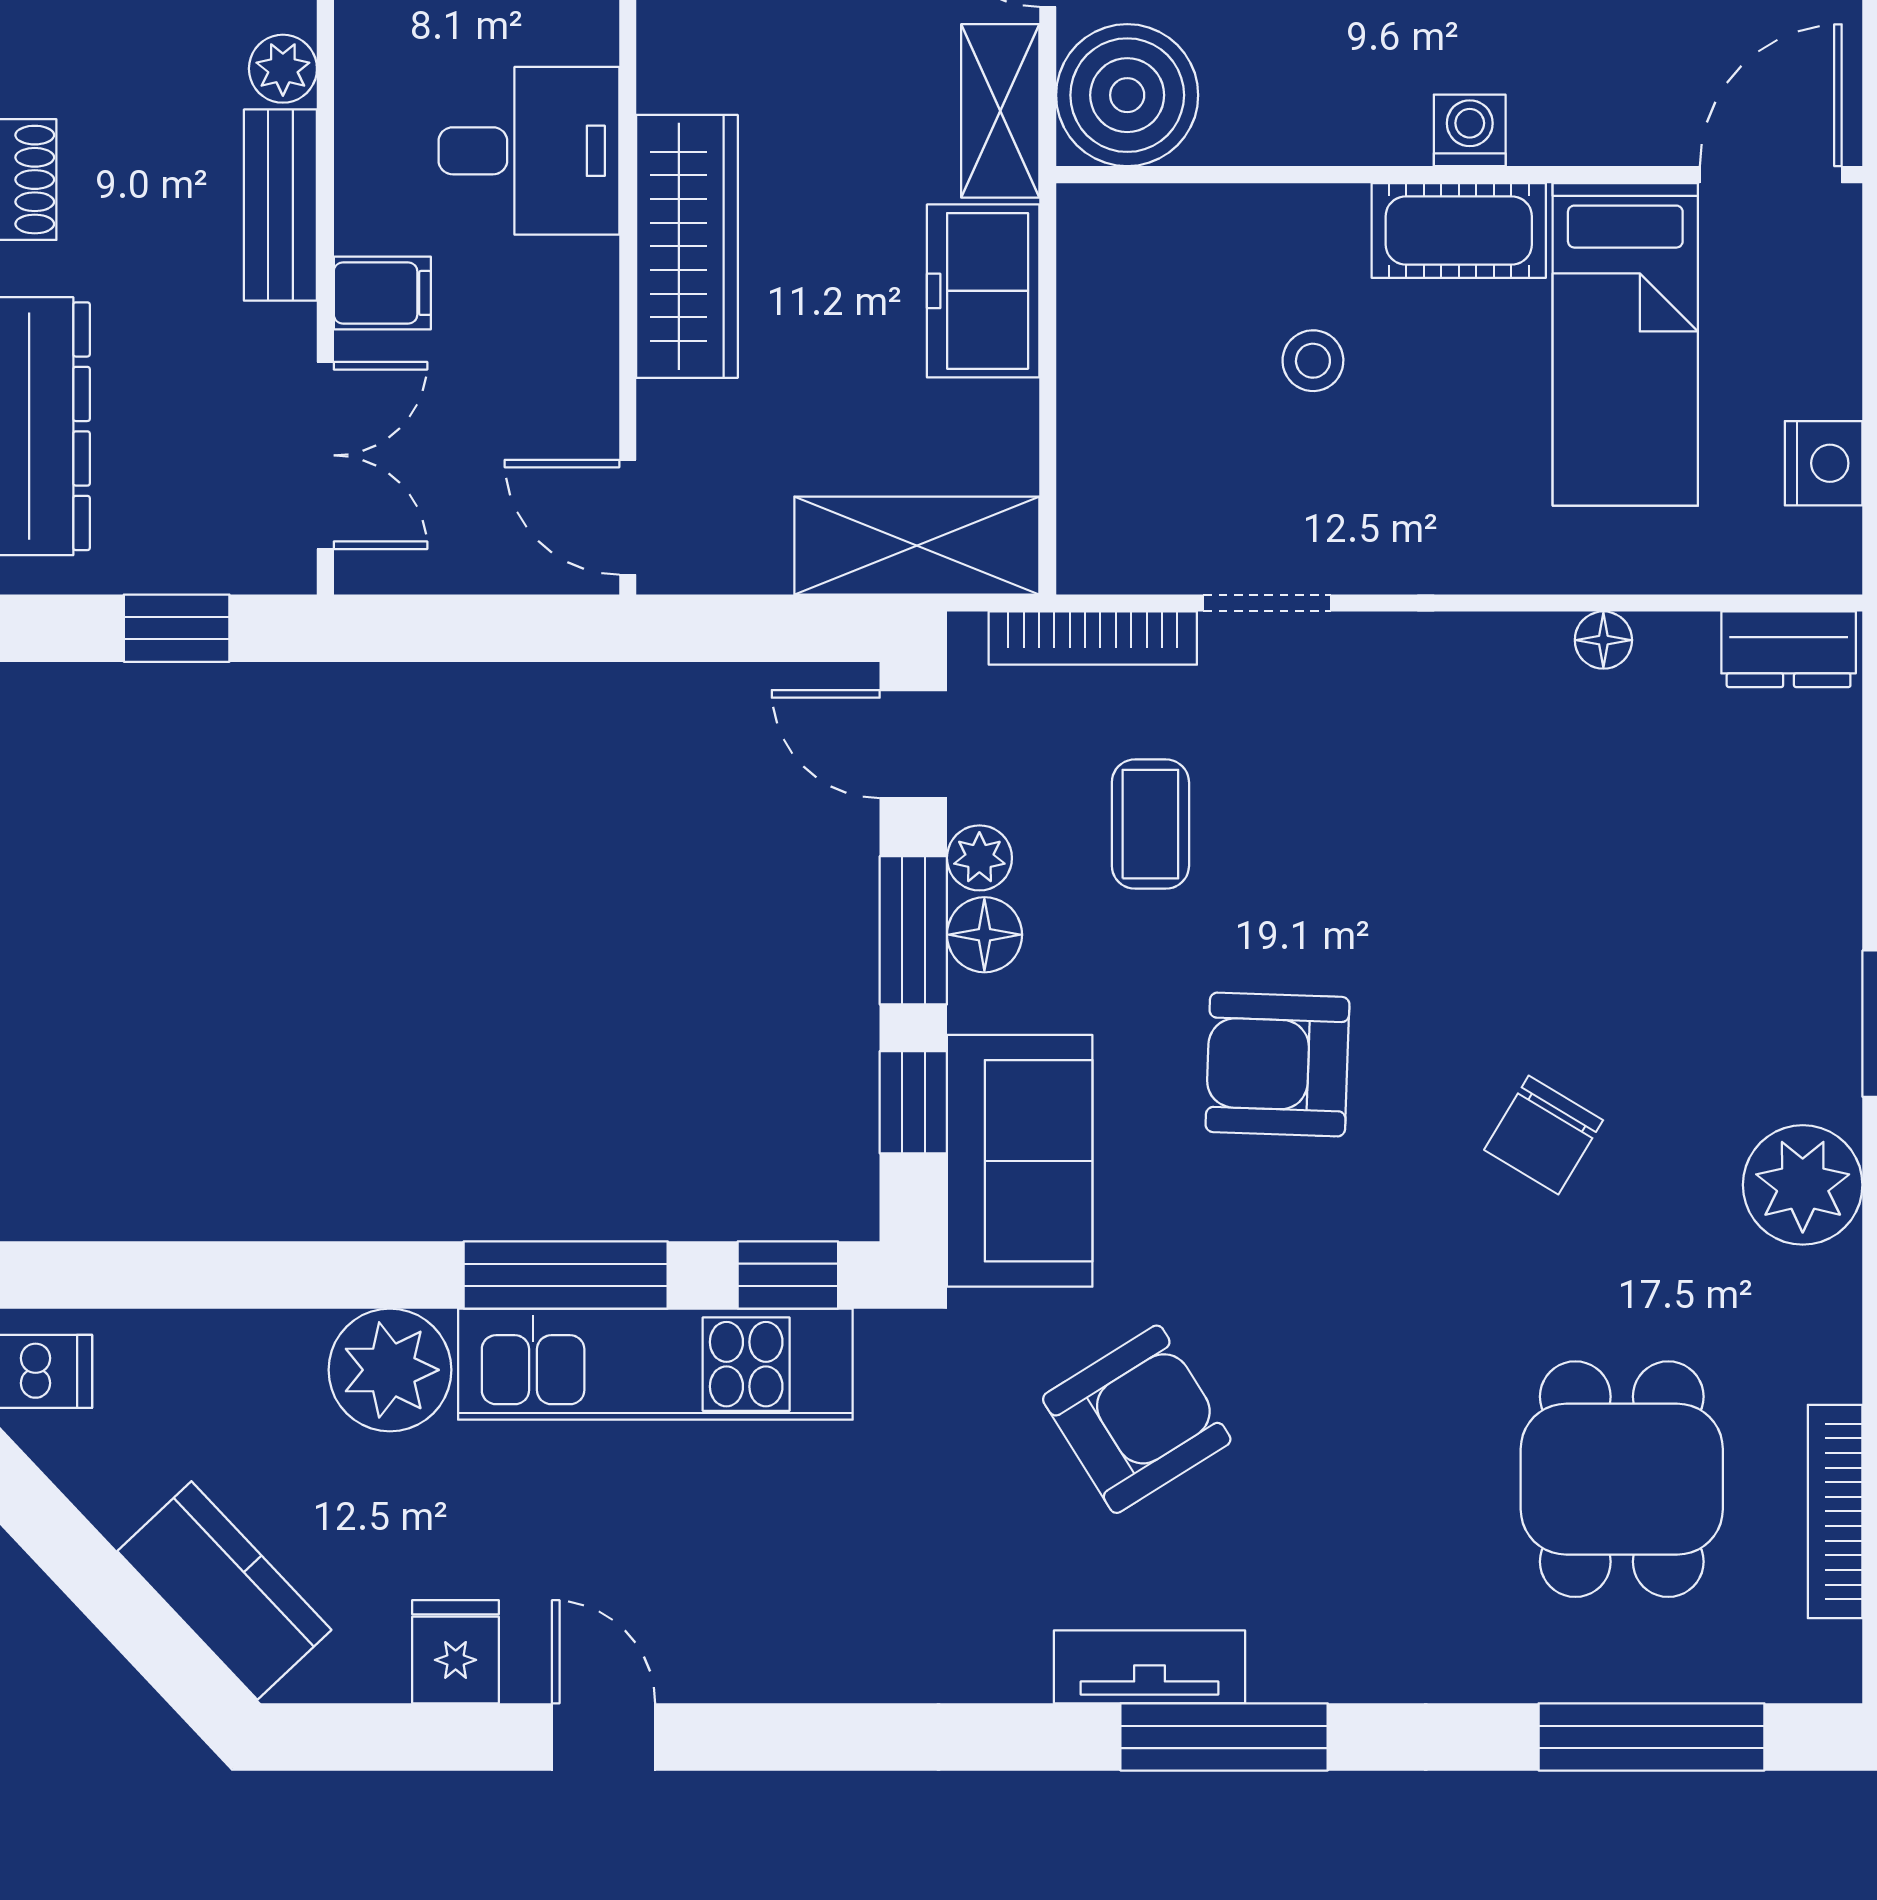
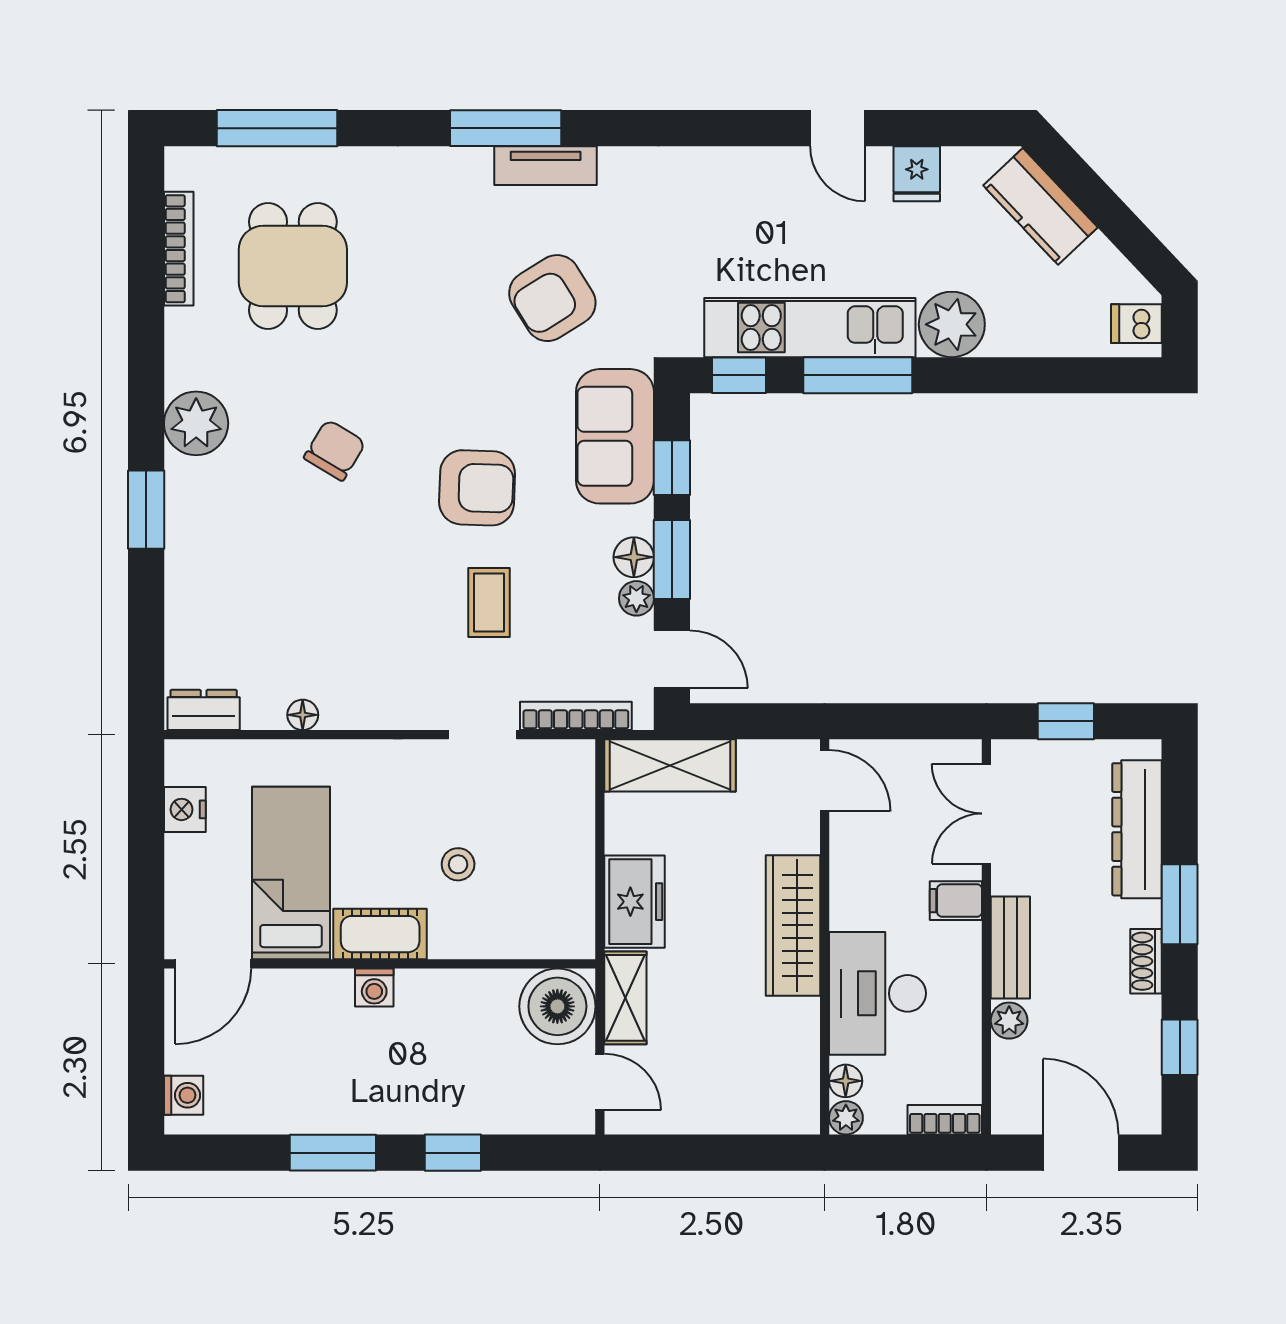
desk: (529, 151) -> (877, 993), width x1.37
coffee table: (1150, 824) -> (489, 602), moved

